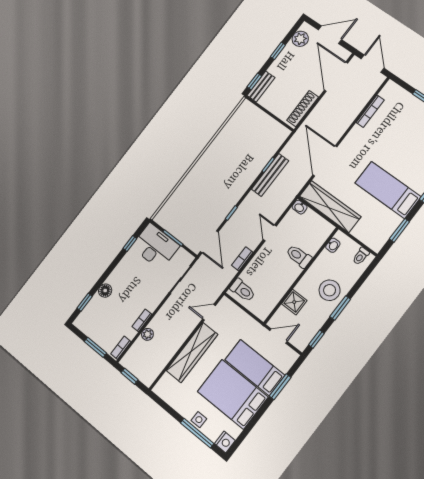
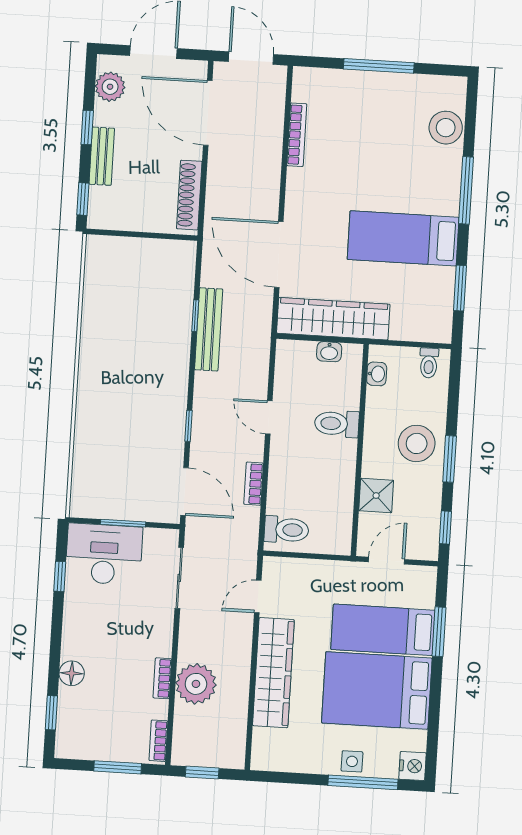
bench: (261, 87) -> (102, 156), moved
washbasin: (300, 207) -> (329, 352), moved
plant: (147, 334) -> (196, 684), width x1.87, depth x1.87

